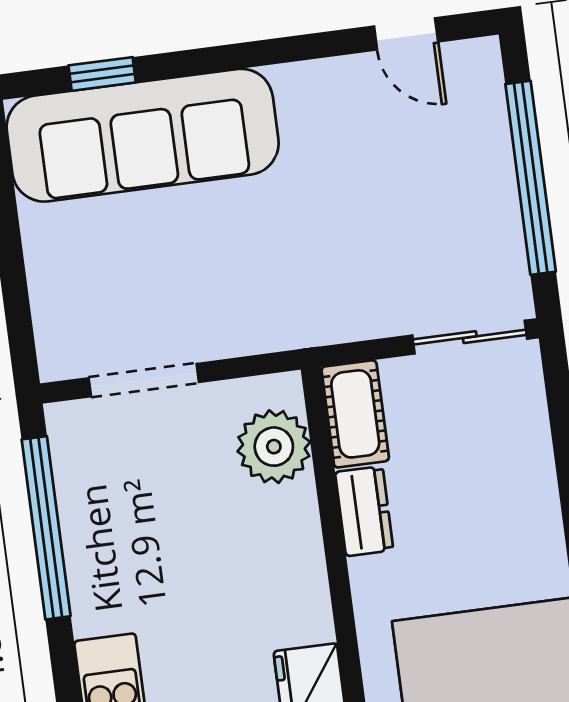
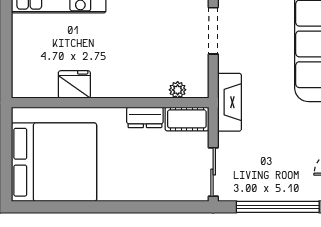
fireplace: (304, 321) -> (229, 102), added
plant: (274, 447) -> (178, 90), width x0.53, depth x0.53

